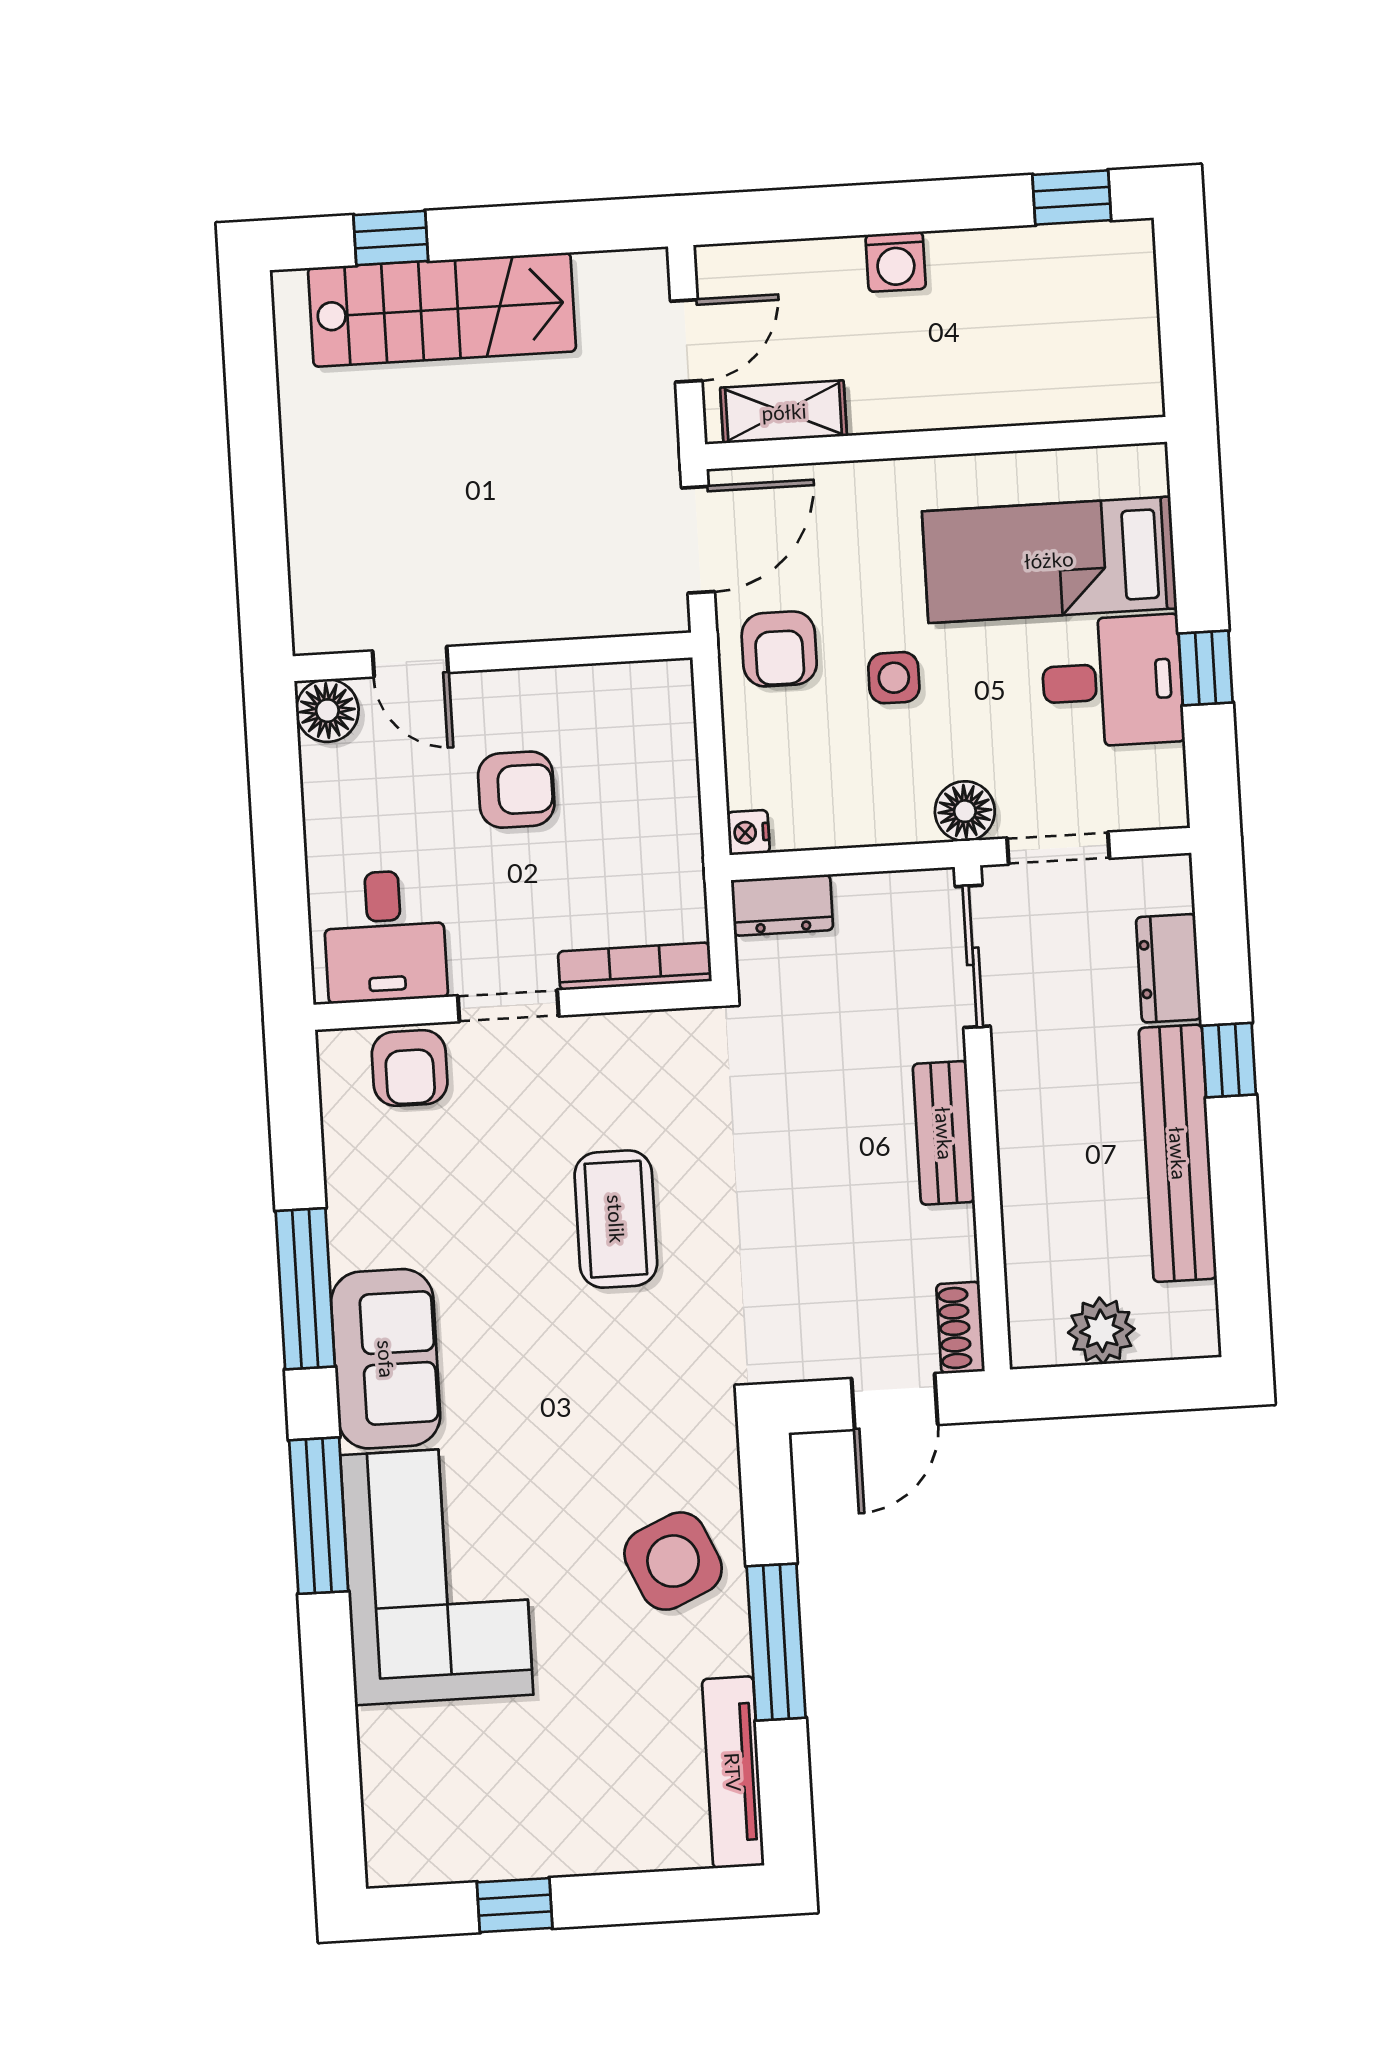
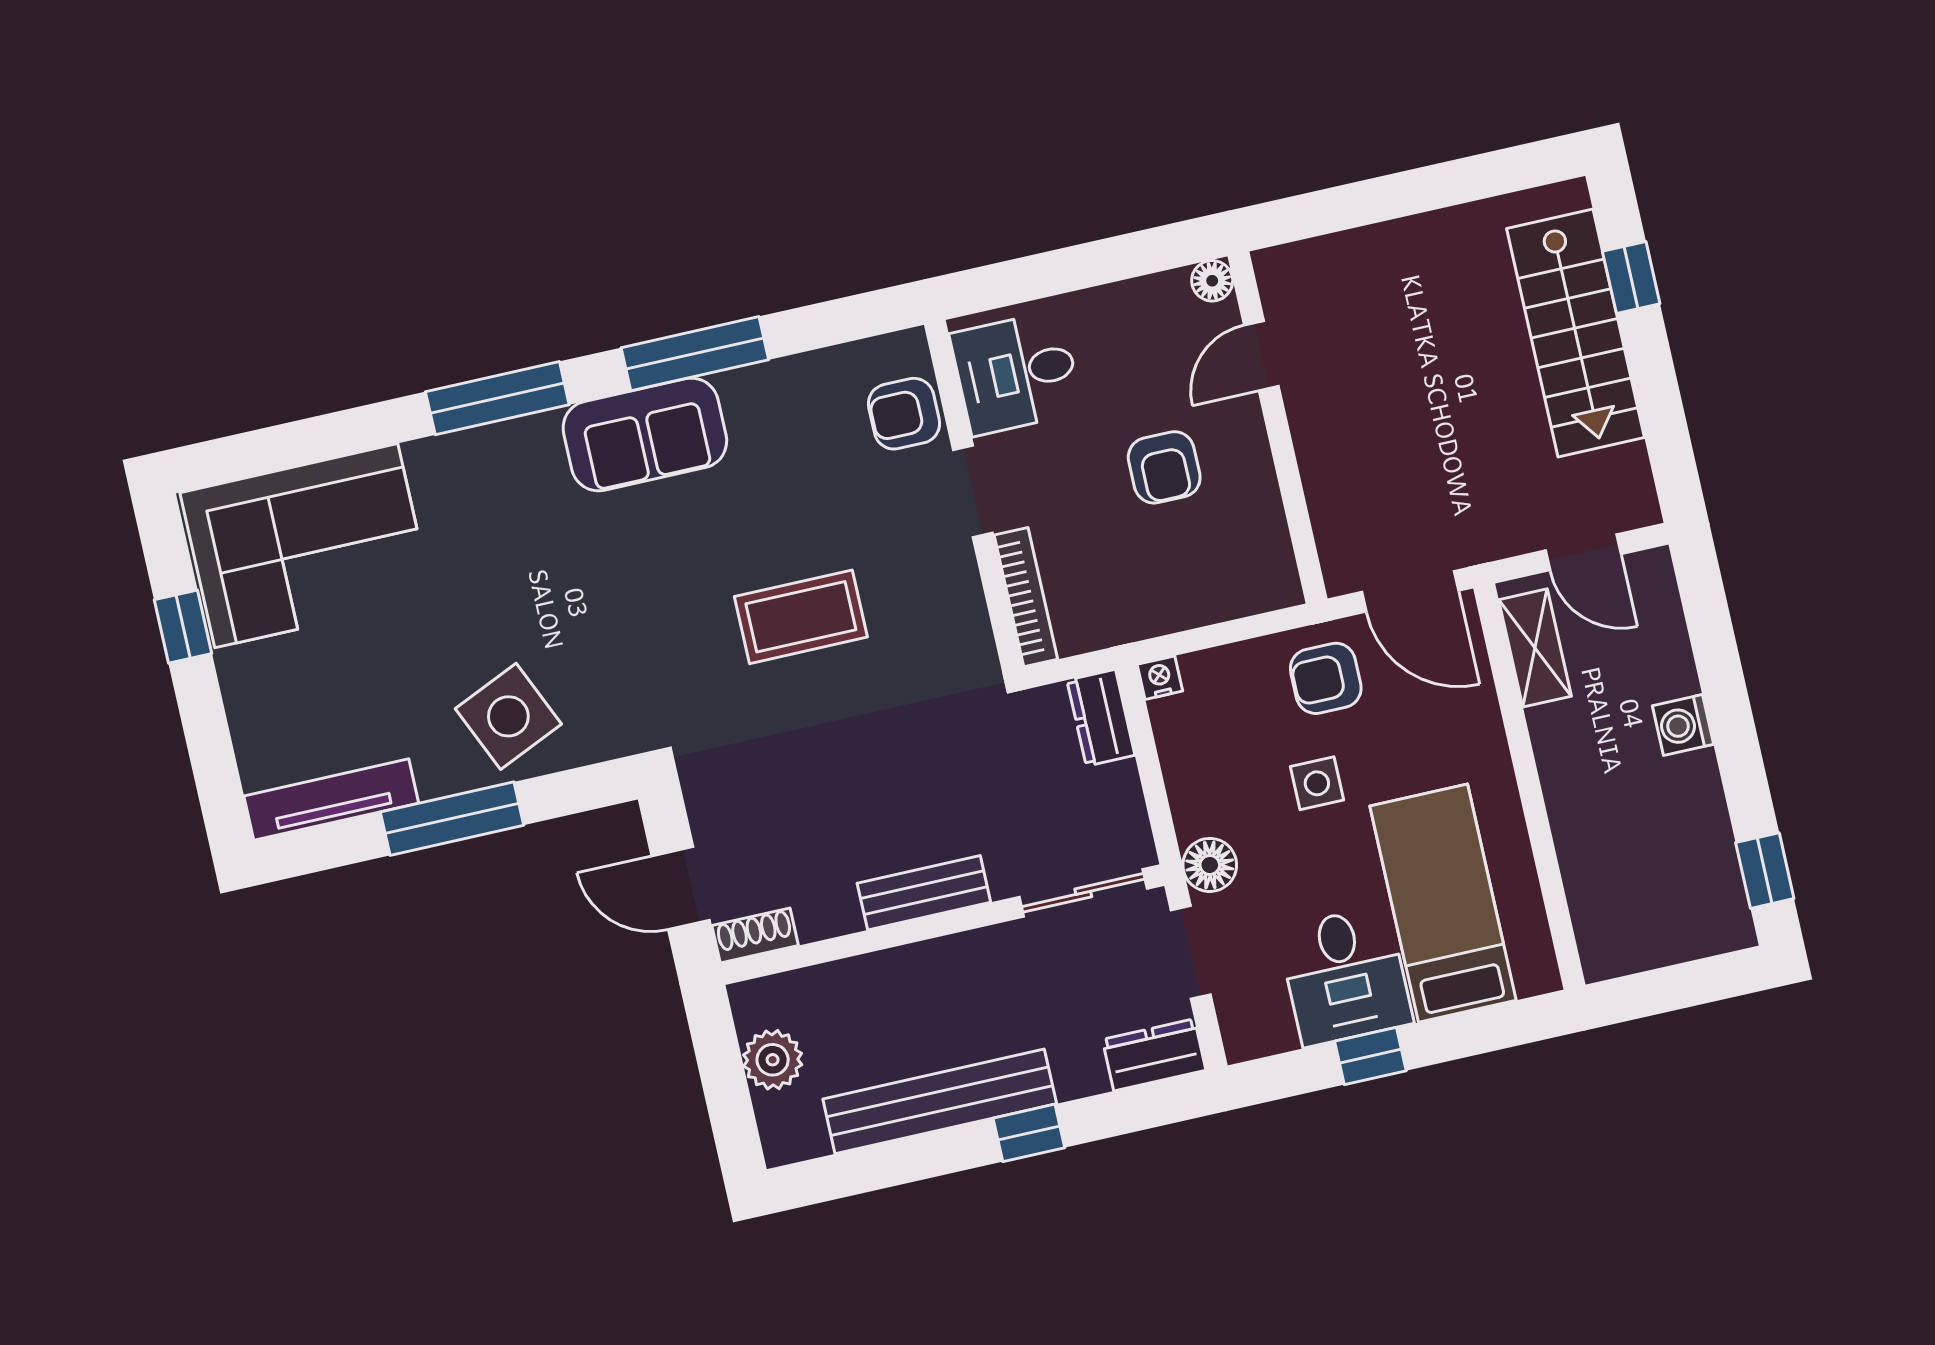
floor lamp: (327, 711) -> (1212, 281), width x0.73, depth x0.73
dresser: (1169, 968) -> (1154, 1055), moved
corner sofa: (437, 1575) -> (306, 546), moved

